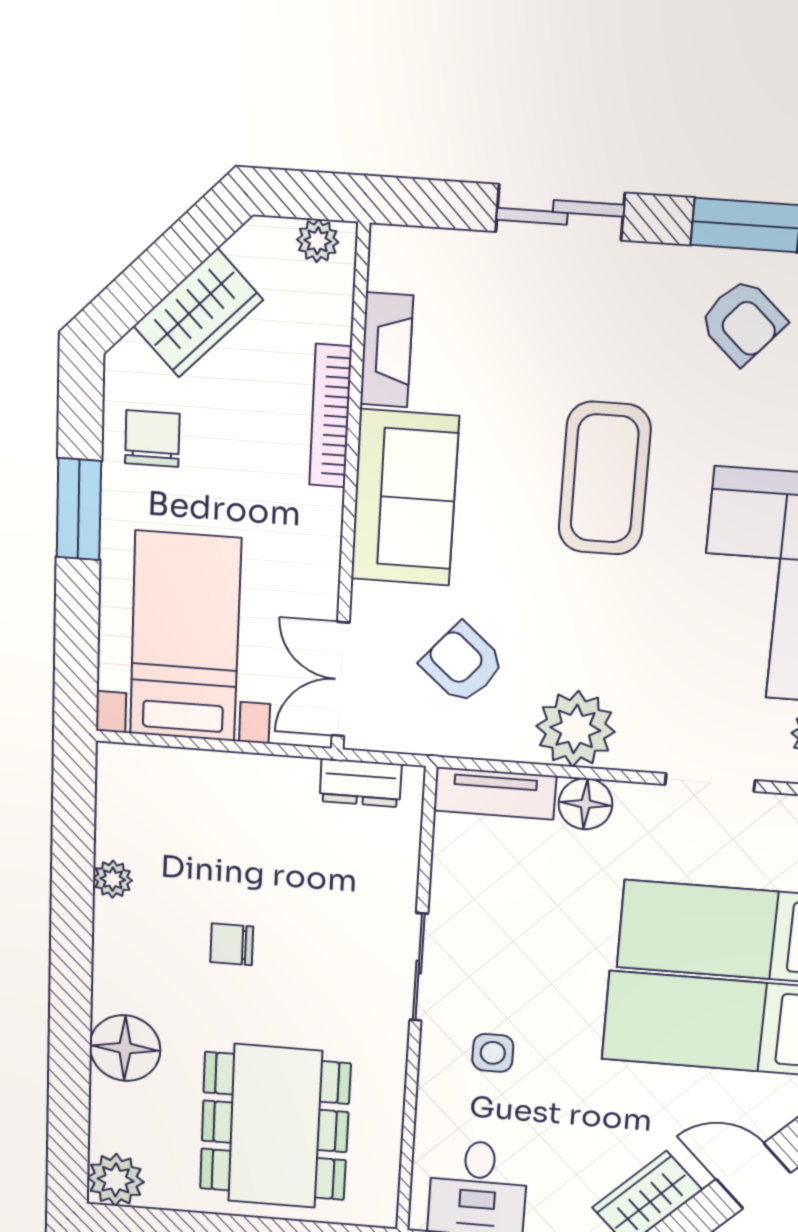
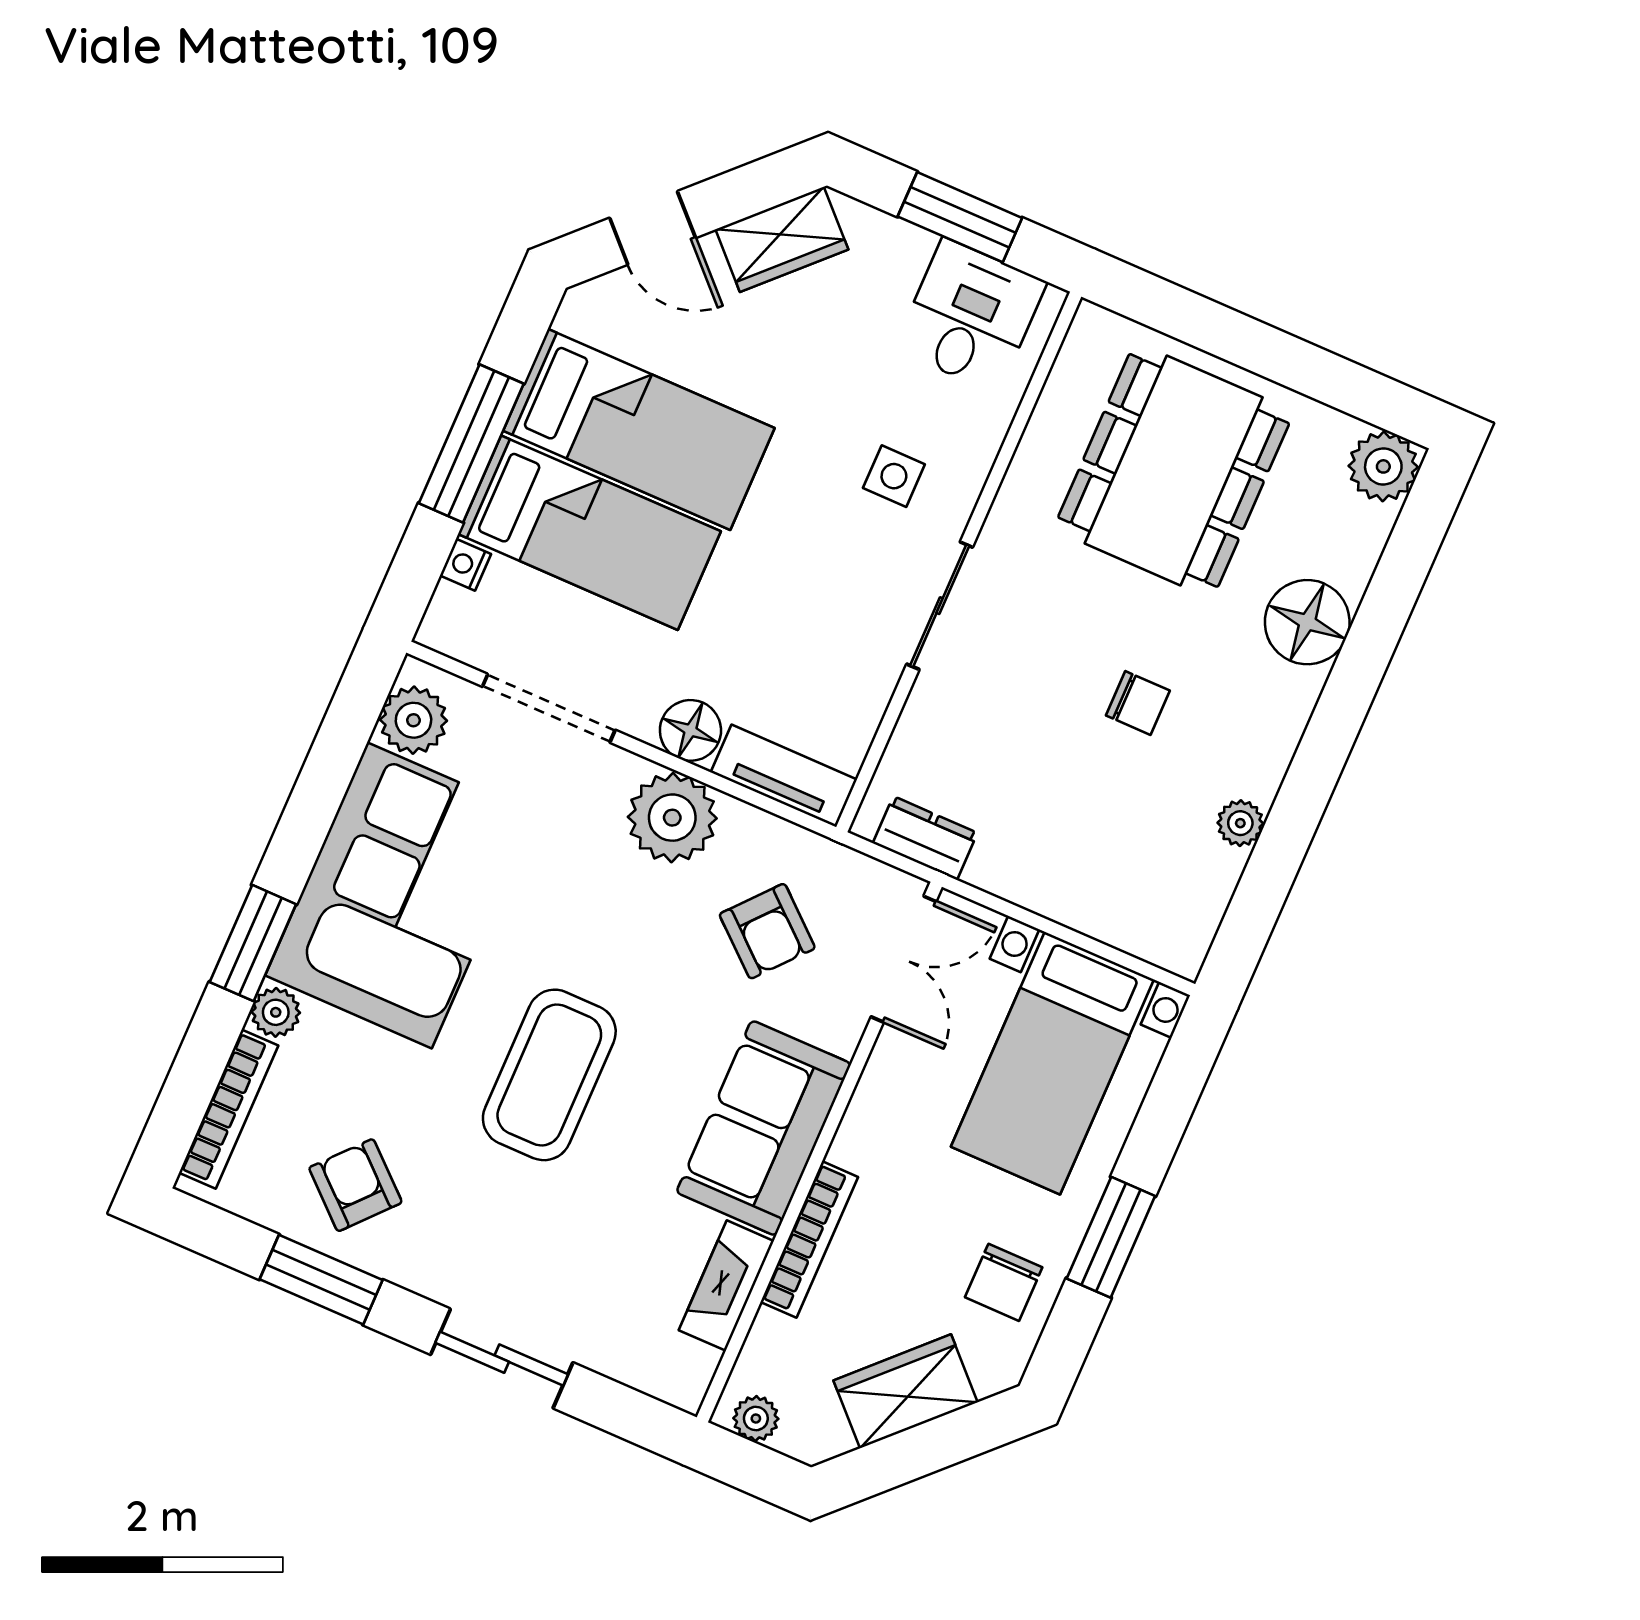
doorway: (710, 782) -> (549, 708), width x1.38

